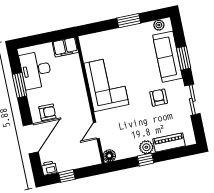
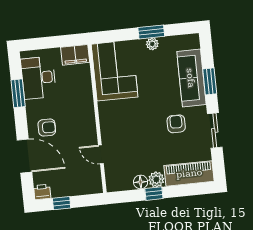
plant: (159, 25) -> (152, 44), moved
corner sofa: (106, 84) -> (115, 71), moved
door: (96, 131) -> (101, 154), hinge flipped
door: (31, 139) -> (25, 156), hinge flipped
piano: (169, 142) -> (189, 173), width x1.37, depth x1.33
floor lamp: (109, 156) -> (141, 182), moved

